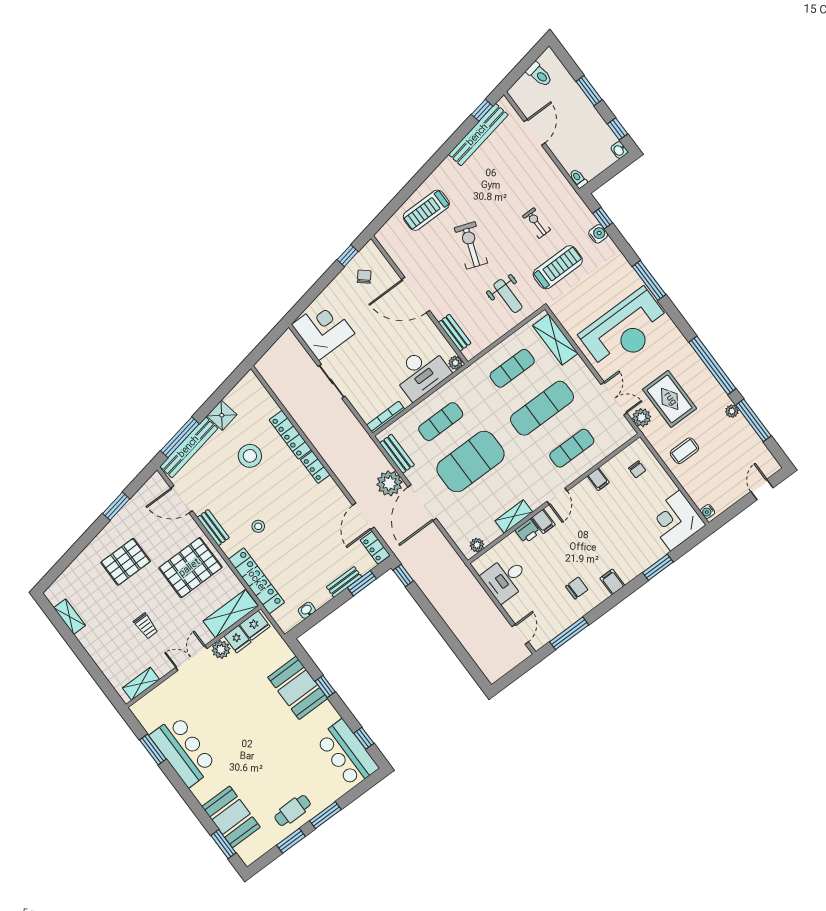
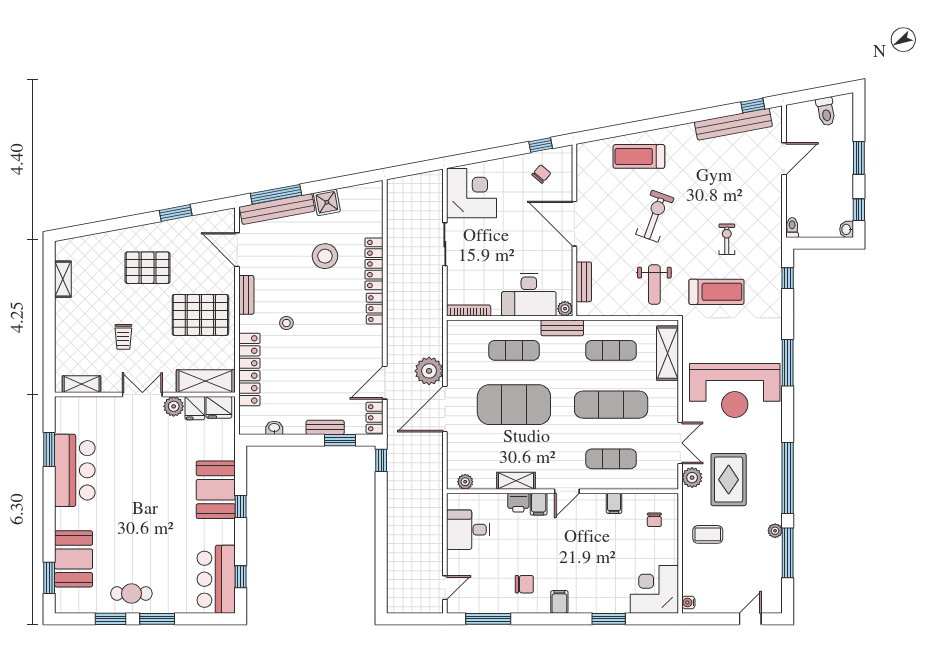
water cooler: (598, 234) -> (774, 289), removed
bench: (397, 454) -> (562, 328), moved, turned 90

